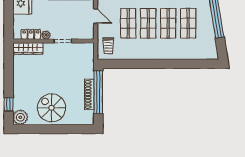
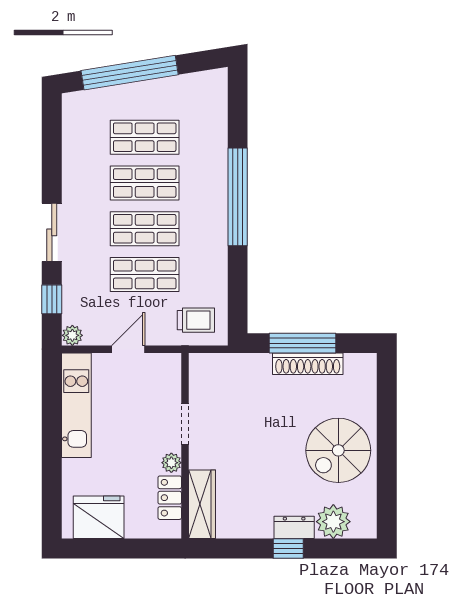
window: (162, 64) -> (238, 197), added
dresser: (18, 89) -> (294, 527), added
window: (98, 92) -> (302, 343), width x0.68
window: (9, 104) -> (288, 548), moved
plant: (20, 117) -> (333, 522), moved

